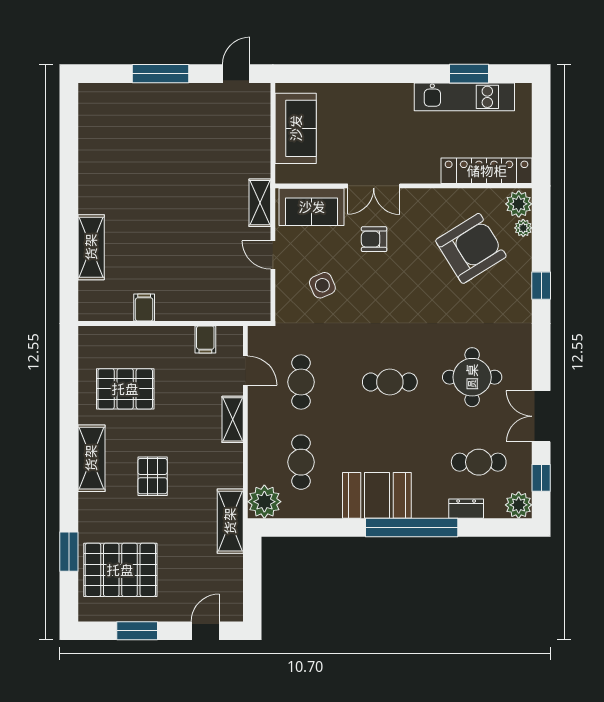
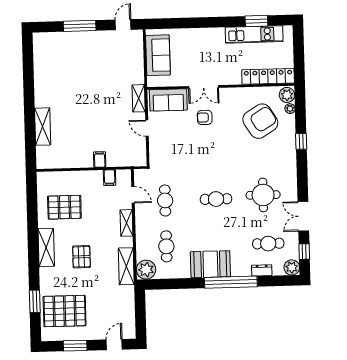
side table: (322, 285) -> (176, 145), removed
filing cabinet: (144, 307) -> (100, 160), moved
shelving: (230, 521) -> (126, 266), moved

